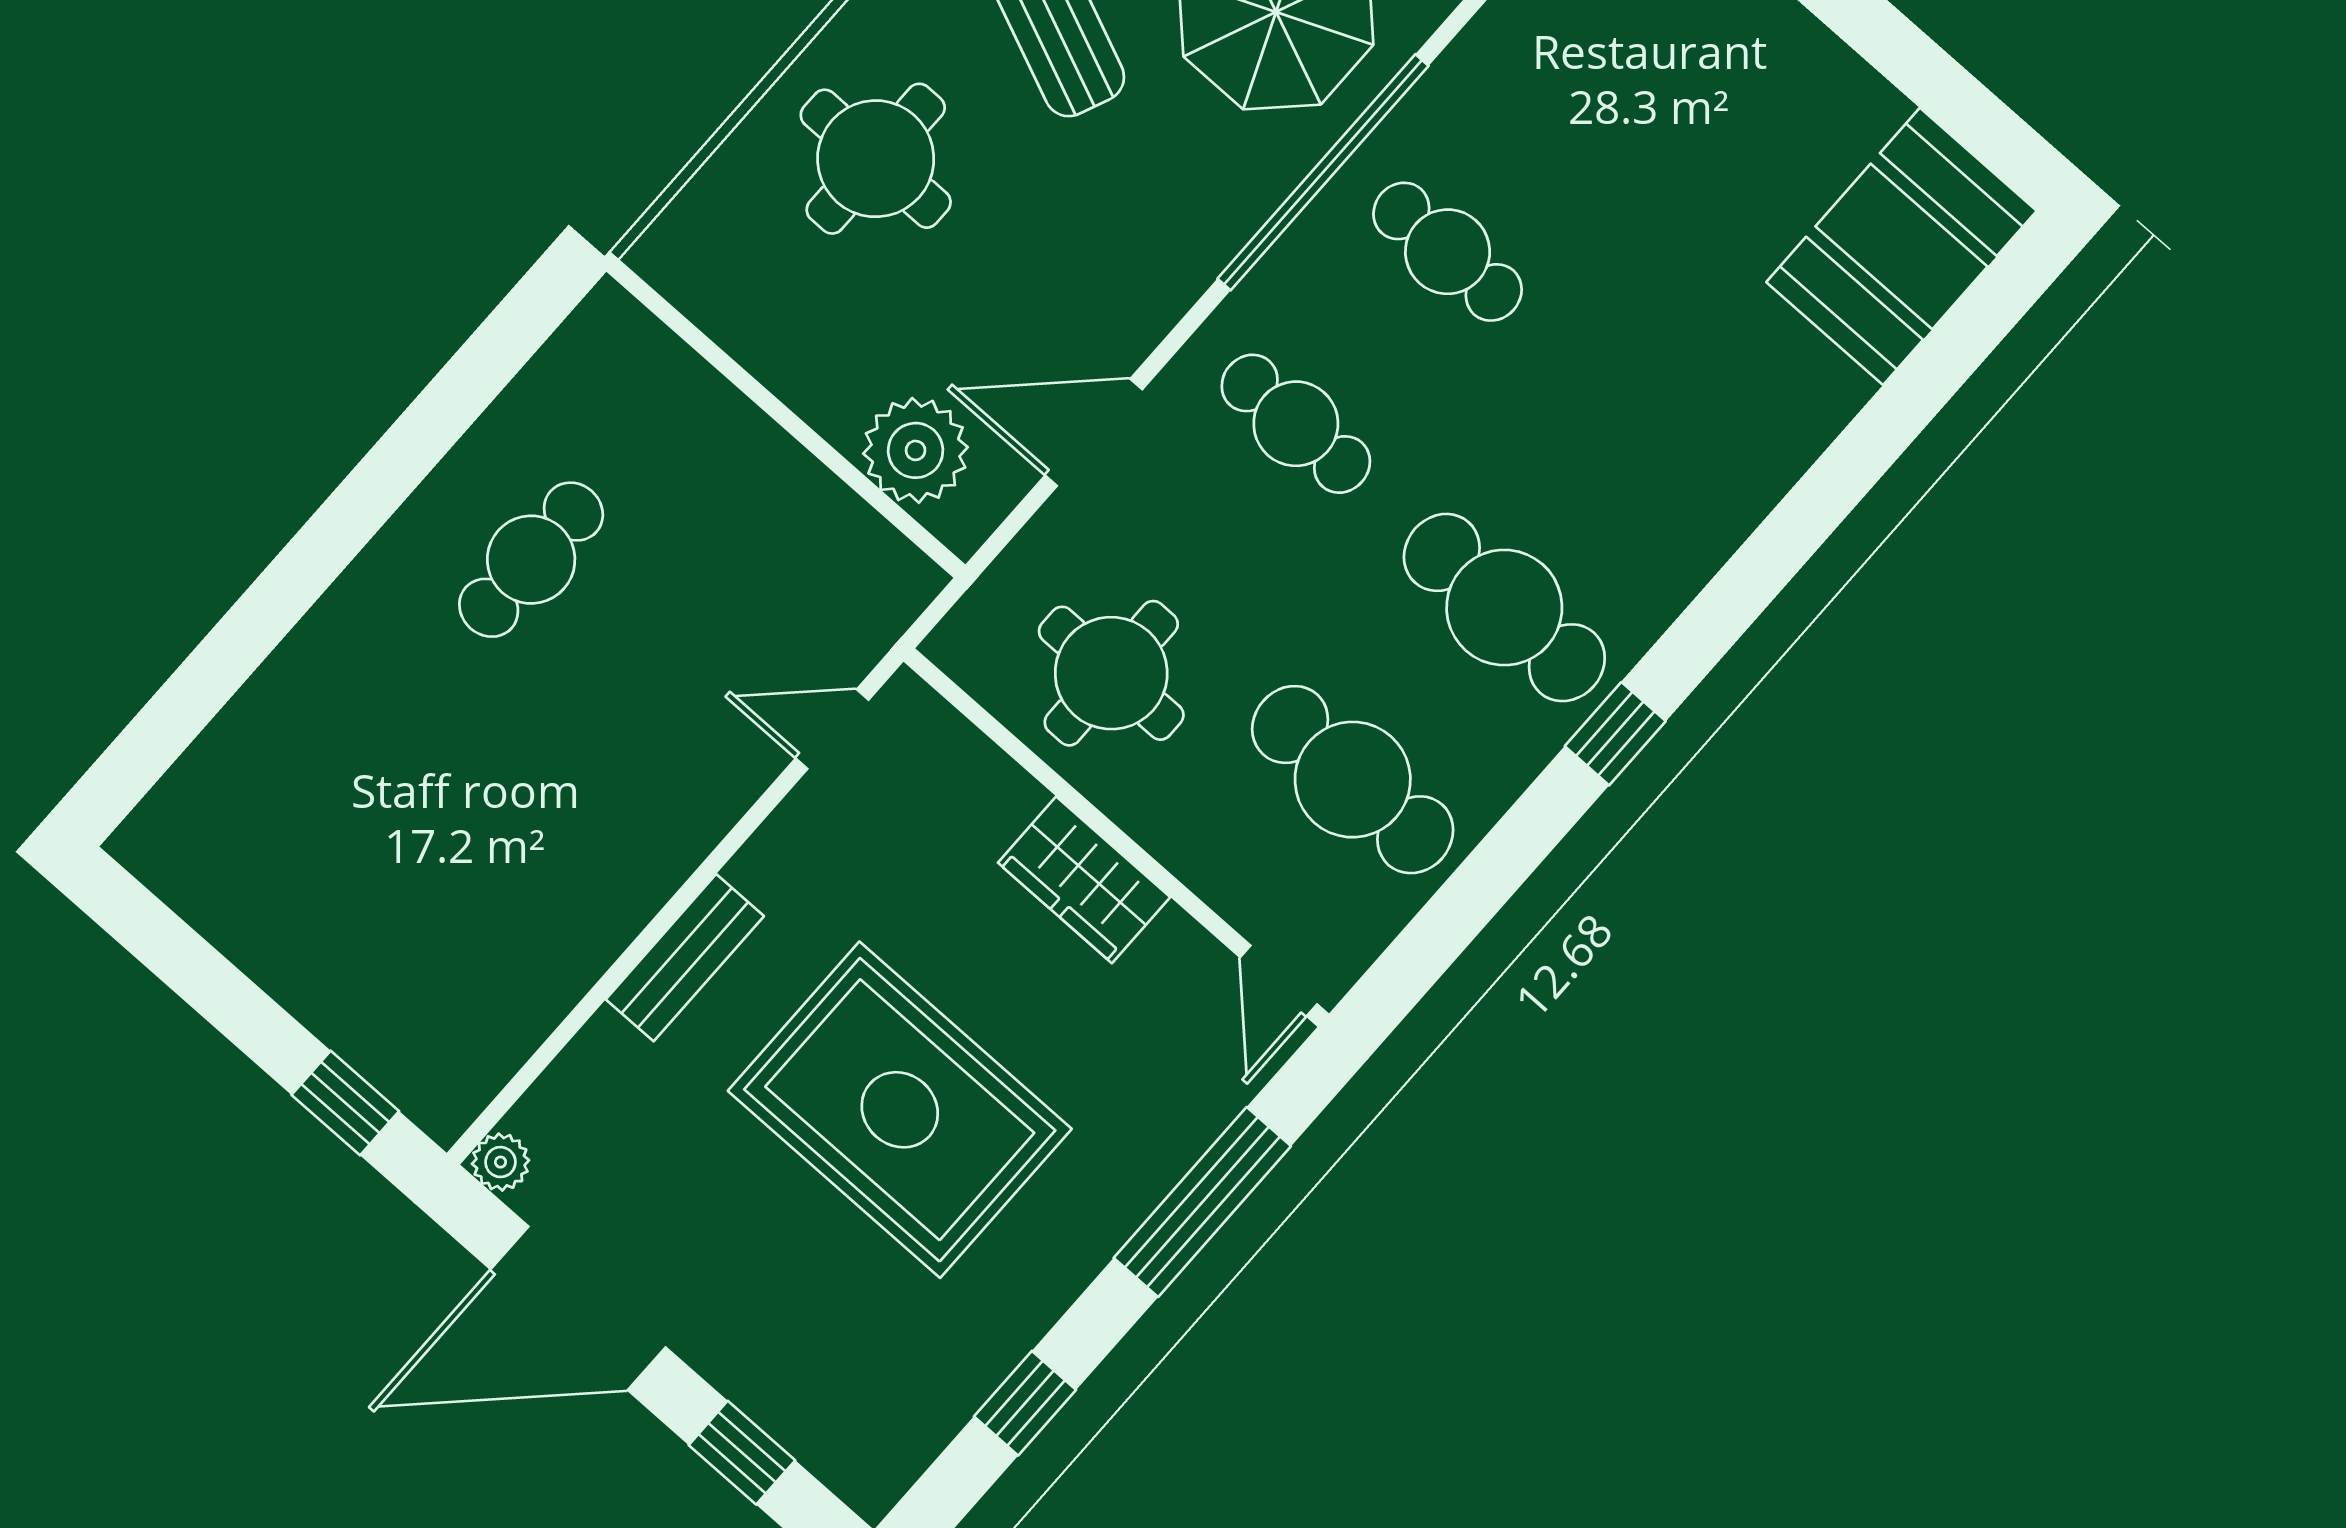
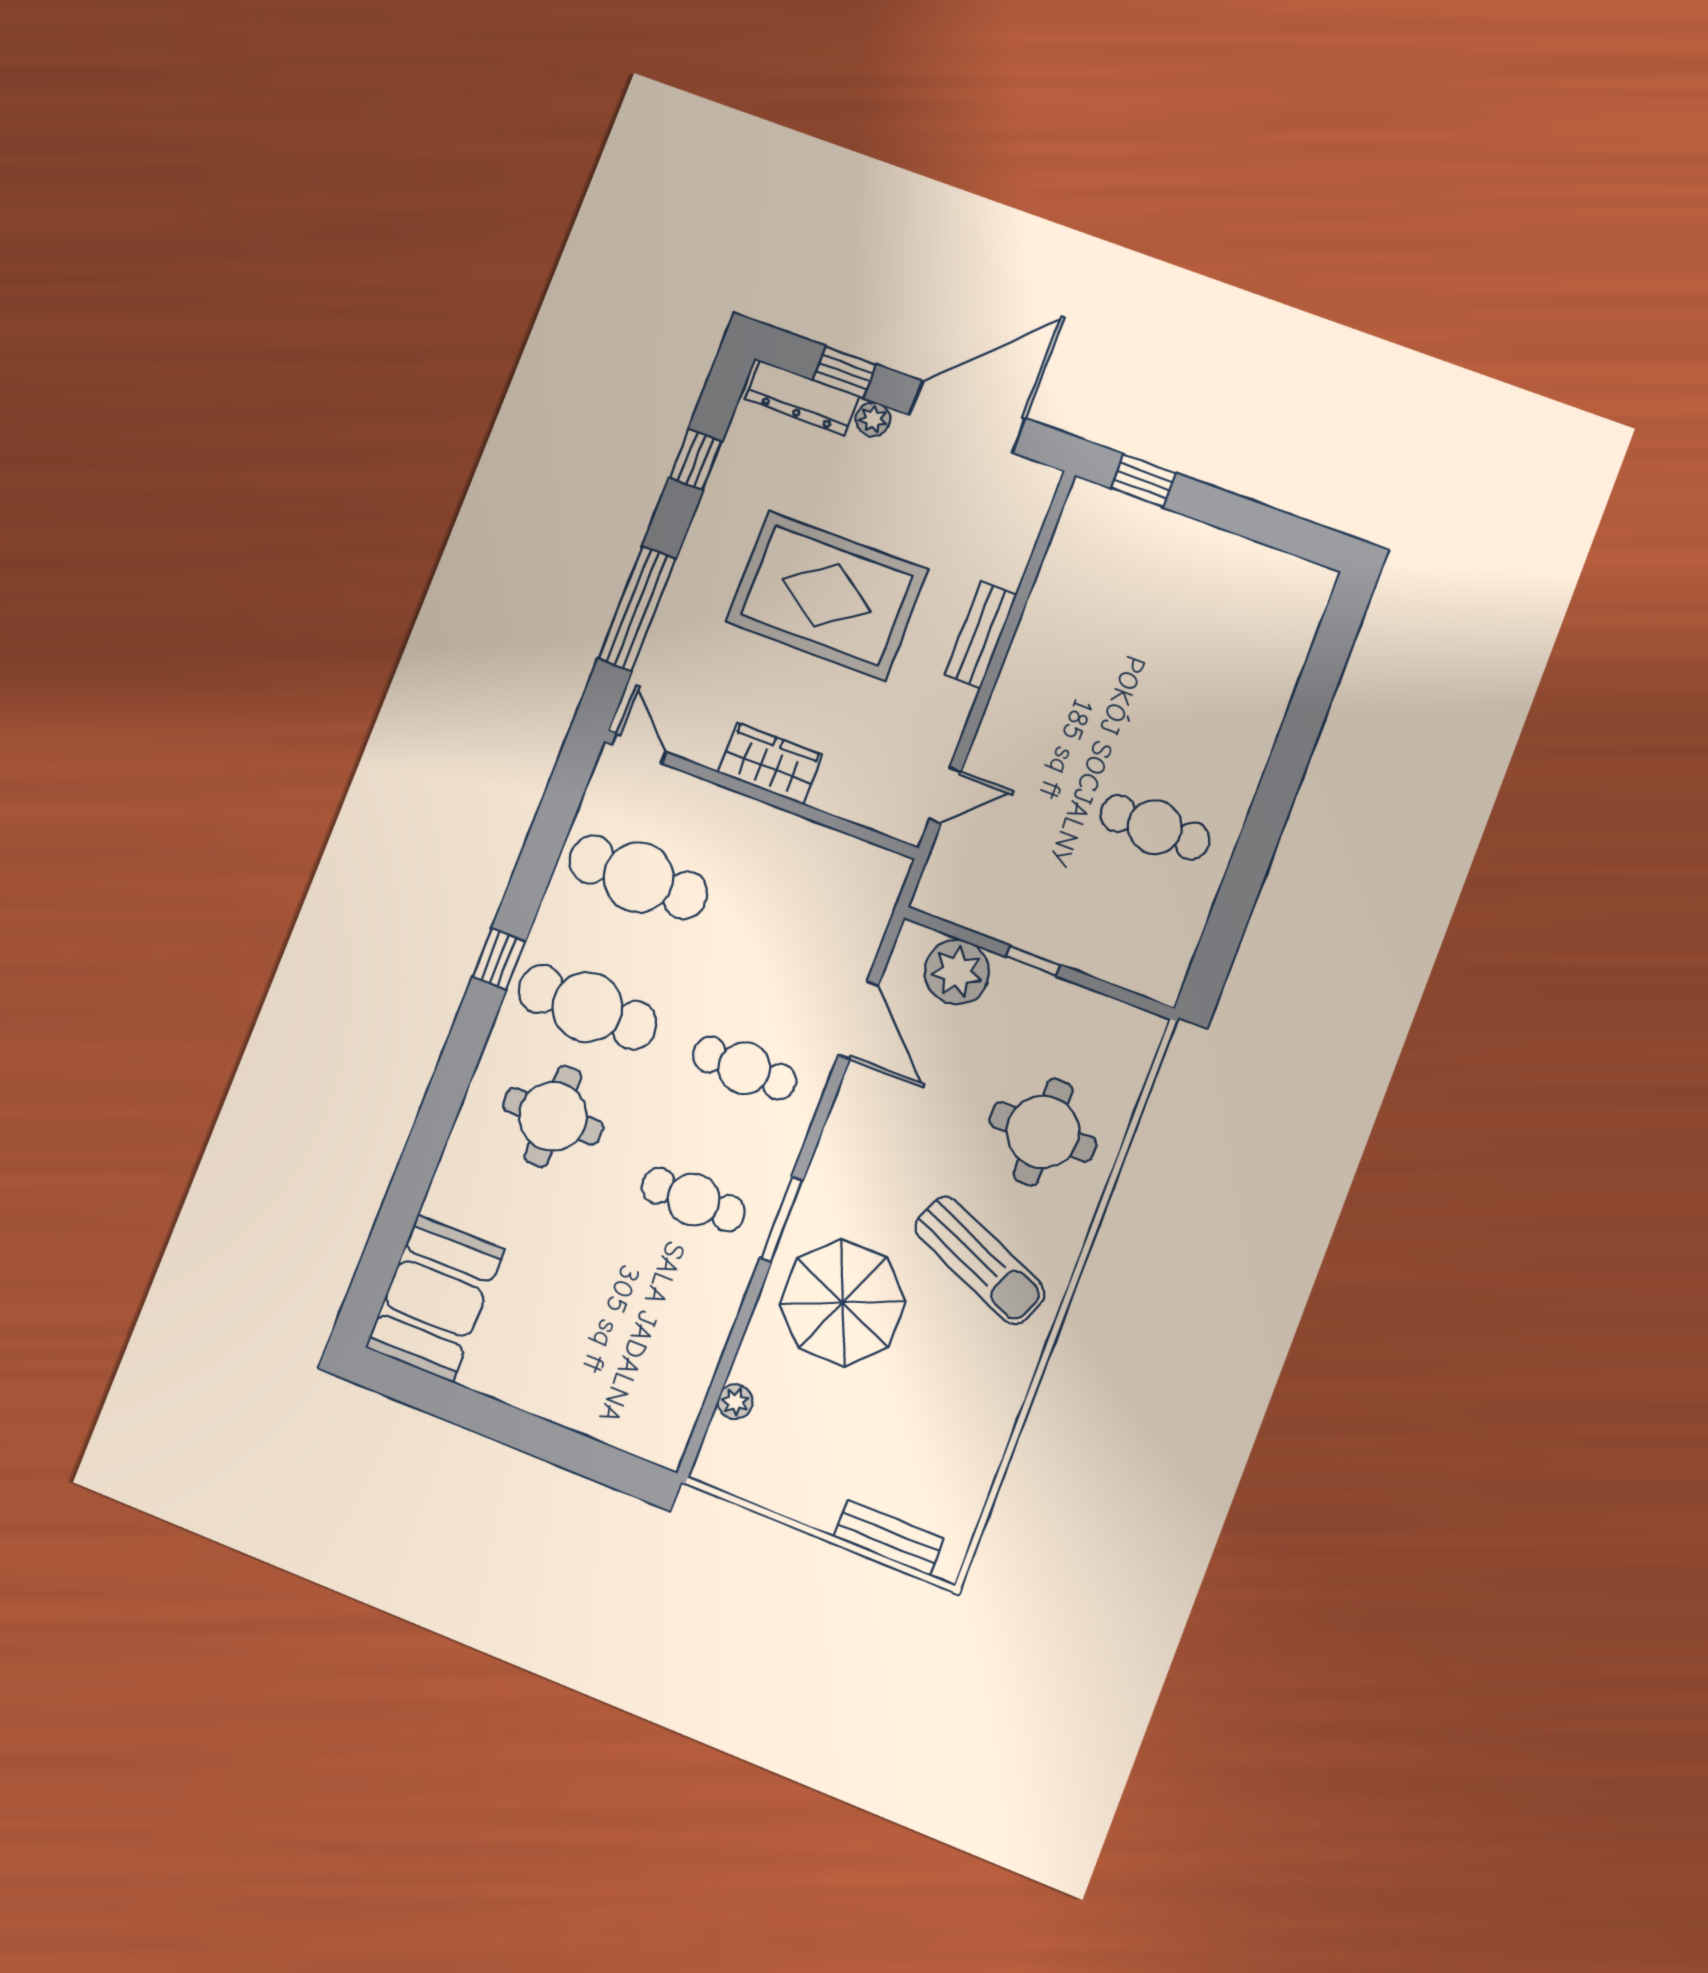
window: (1323, 172) -> (782, 1219), width x0.47
window: (793, 424) -> (1033, 961), added
door: (1094, 432) -> (858, 1020), hinge flipped
cafe table: (531, 560) -> (1155, 827), turned 90
round table: (1111, 673) -> (553, 1116), moved
plant: (500, 1162) -> (873, 419), moved
dresser: (823, 1438) -> (802, 398), added

